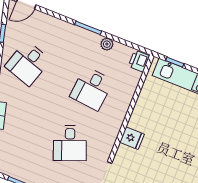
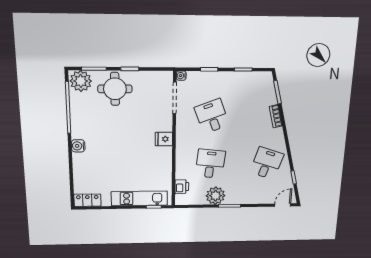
plant: (107, 44) -> (216, 196), width x1.87, depth x1.87
printer: (139, 61) -> (182, 187), moved

